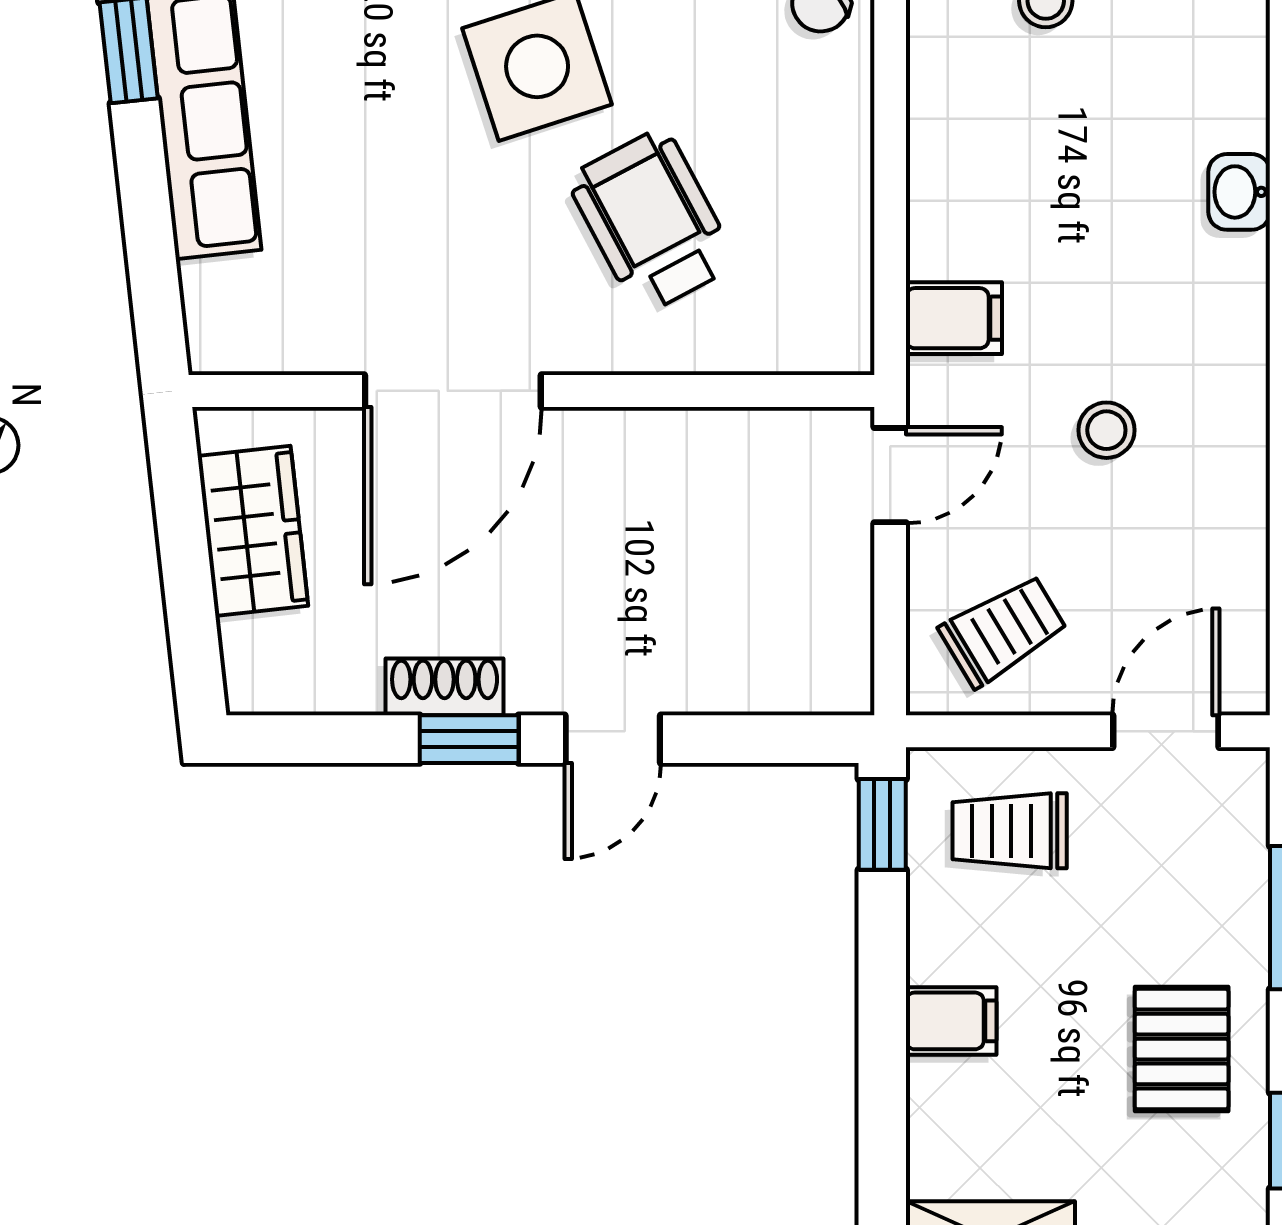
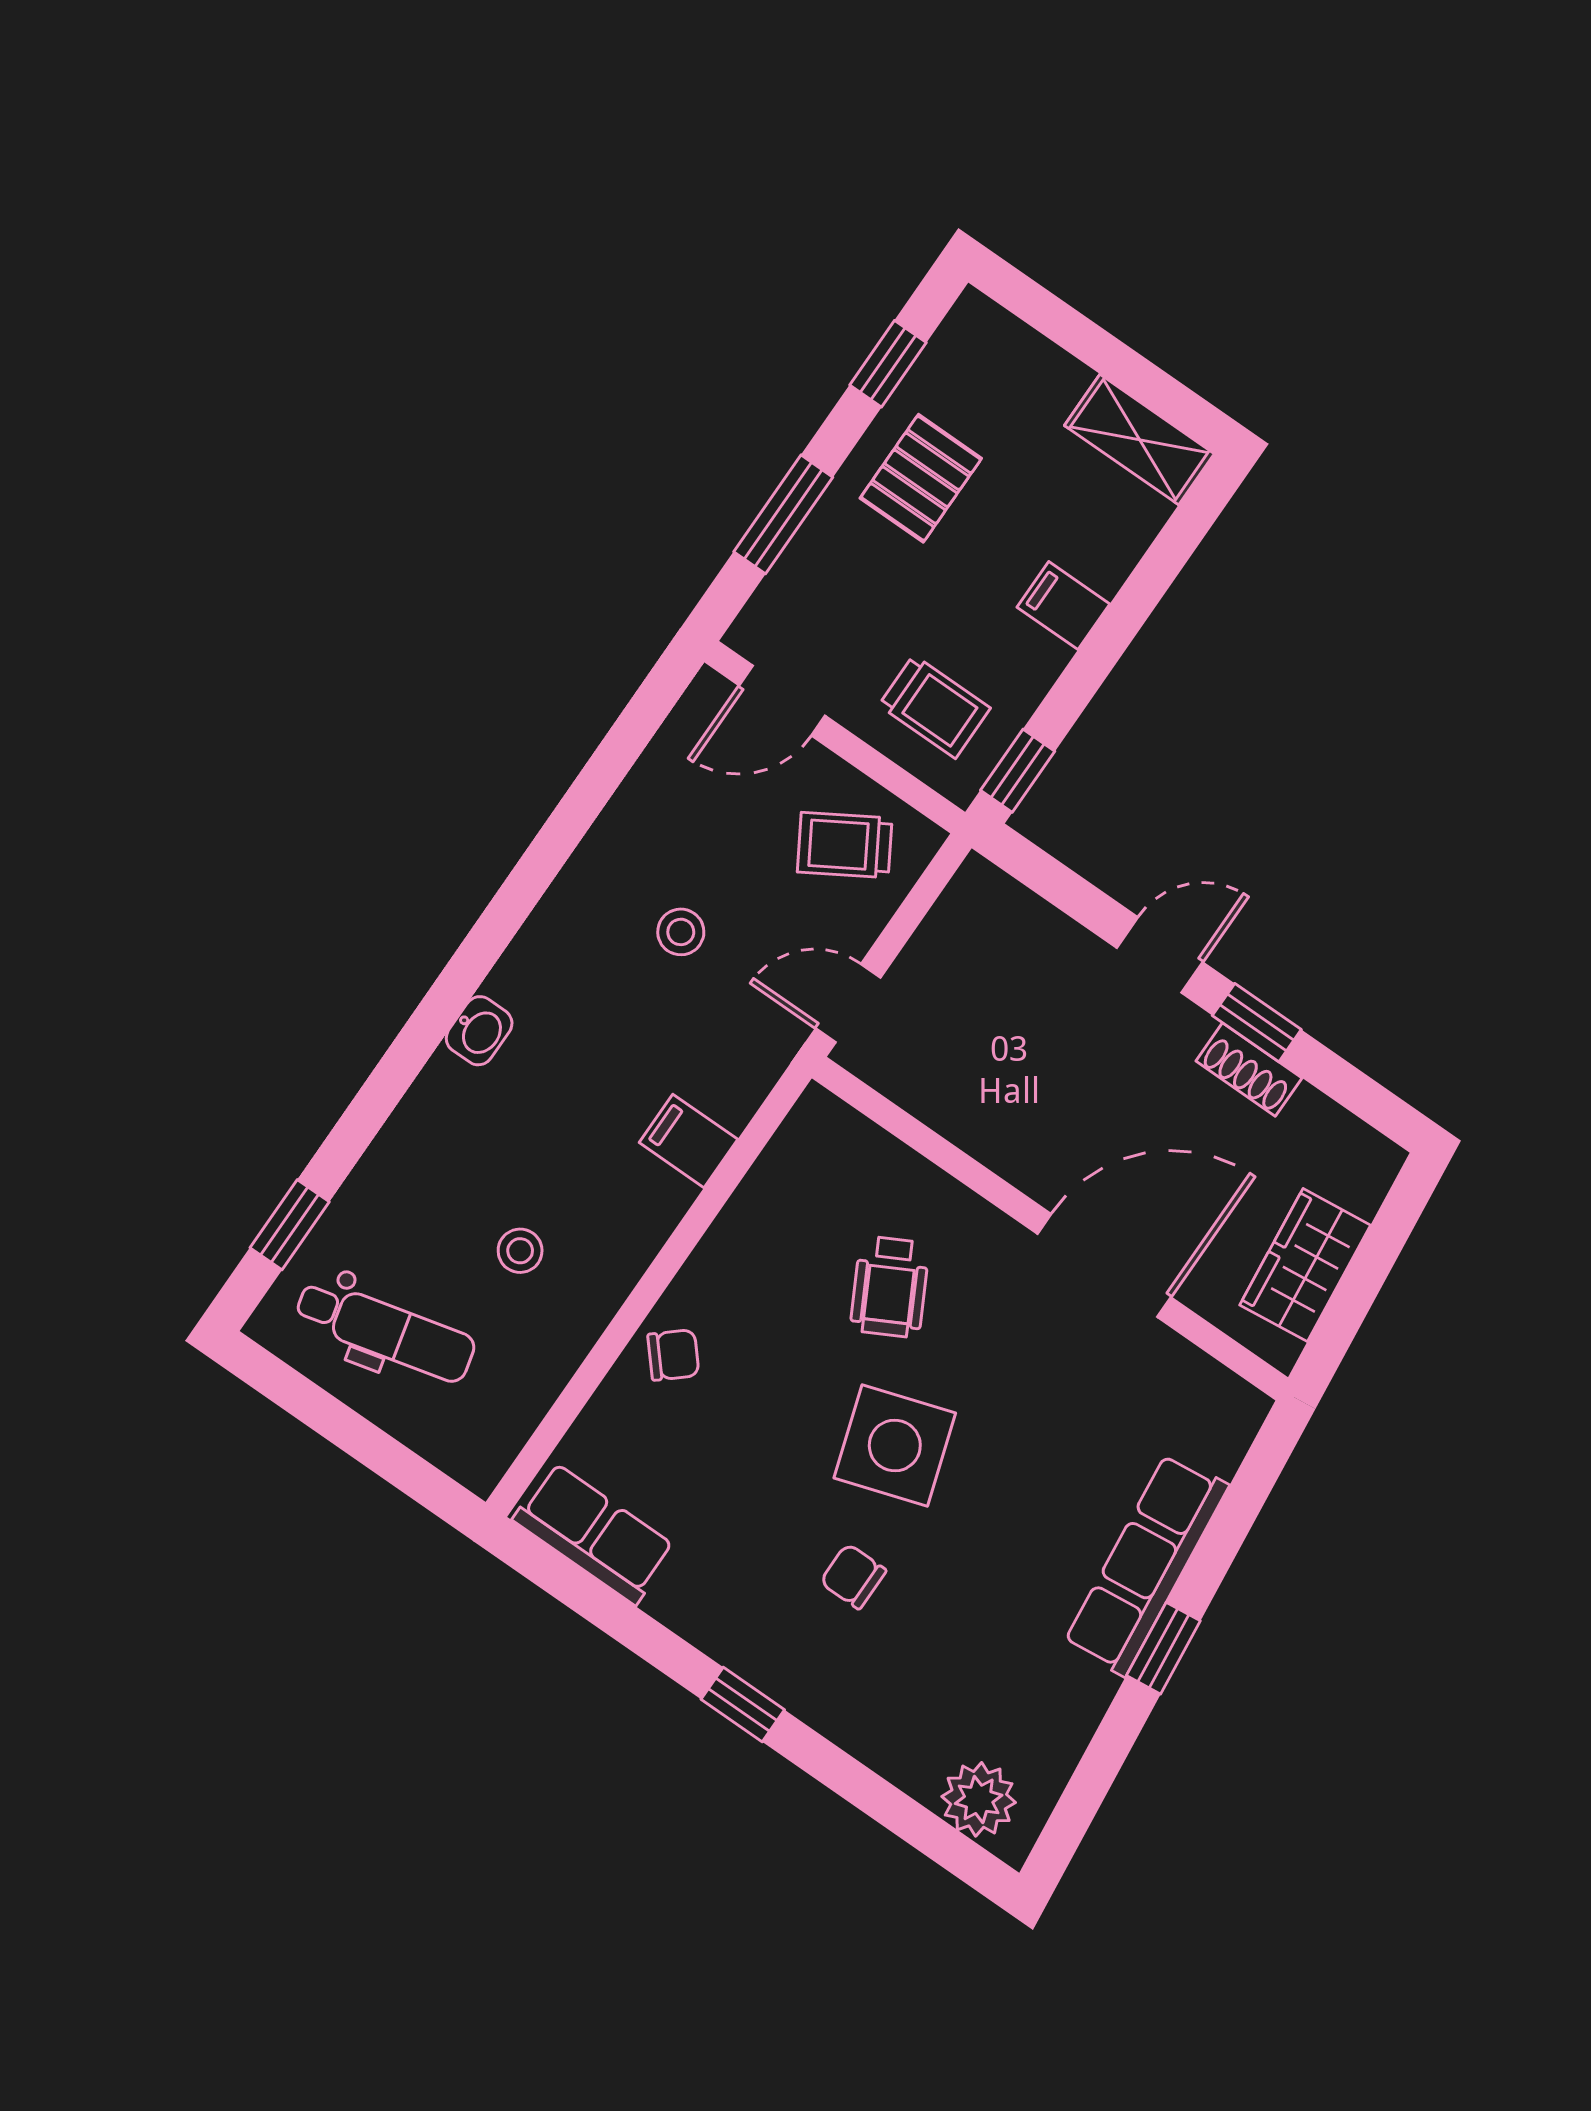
wheelchair: (652, 221) -> (890, 1287), width x0.73, depth x0.73
filing cabinet: (954, 318) -> (688, 1141), moved

